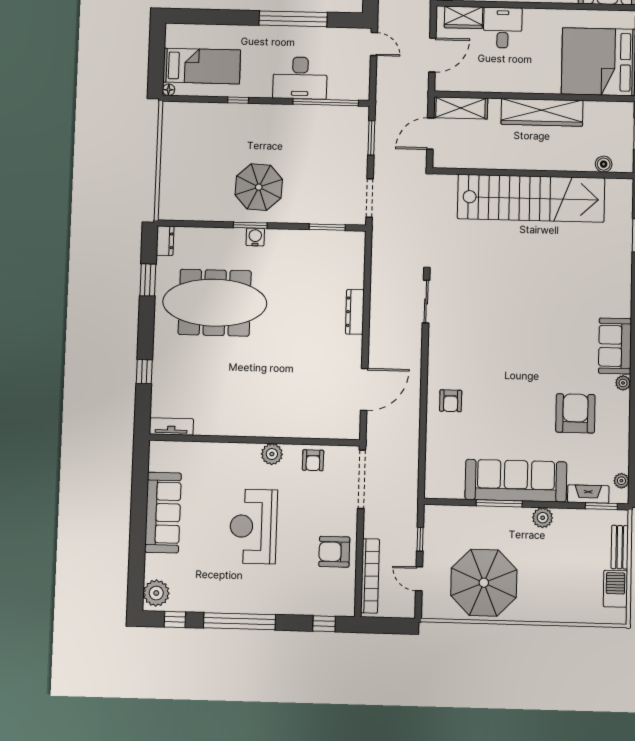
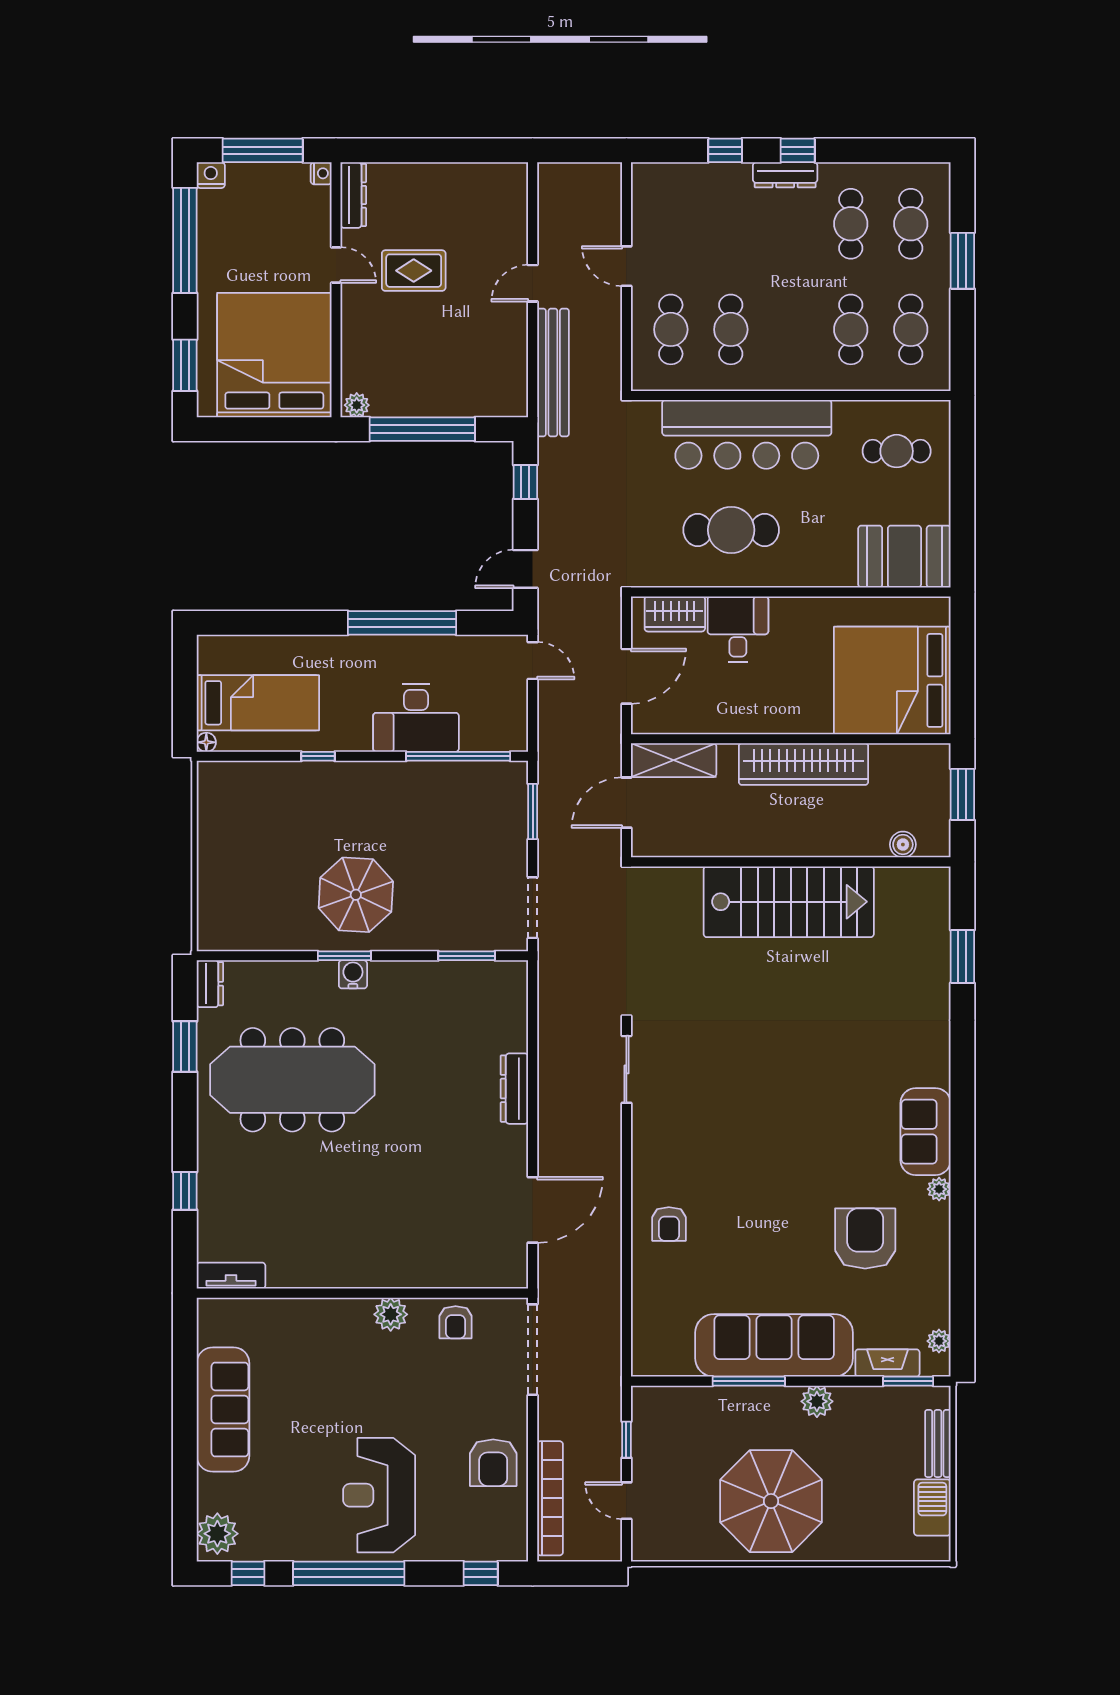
stairs: (531, 198) -> (789, 902), width x0.73
reception desk: (253, 526) -> (379, 1495), moved
armchair: (334, 552) -> (493, 1463), turned -90
parasol: (484, 583) -> (771, 1501), moved

